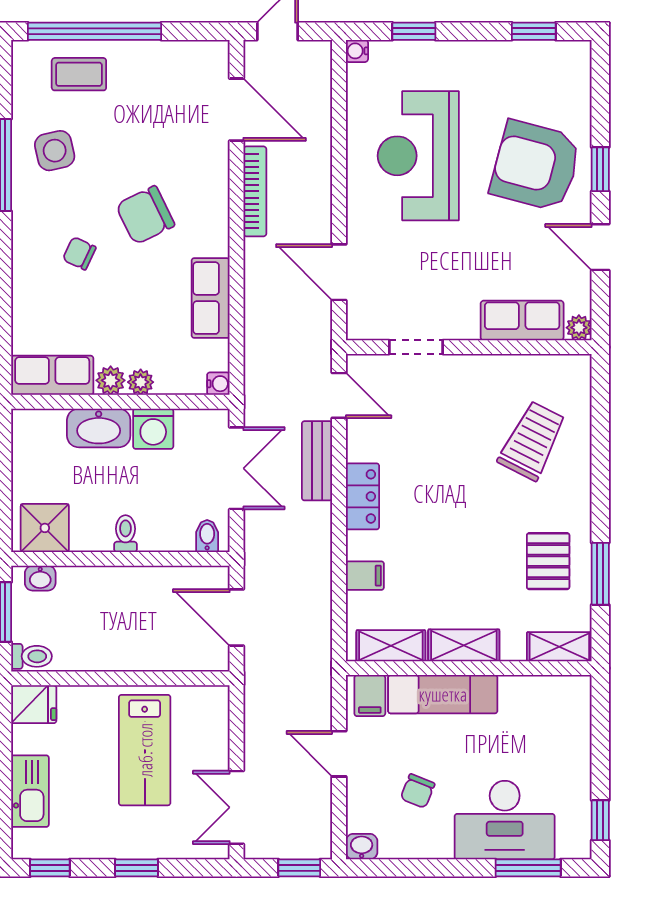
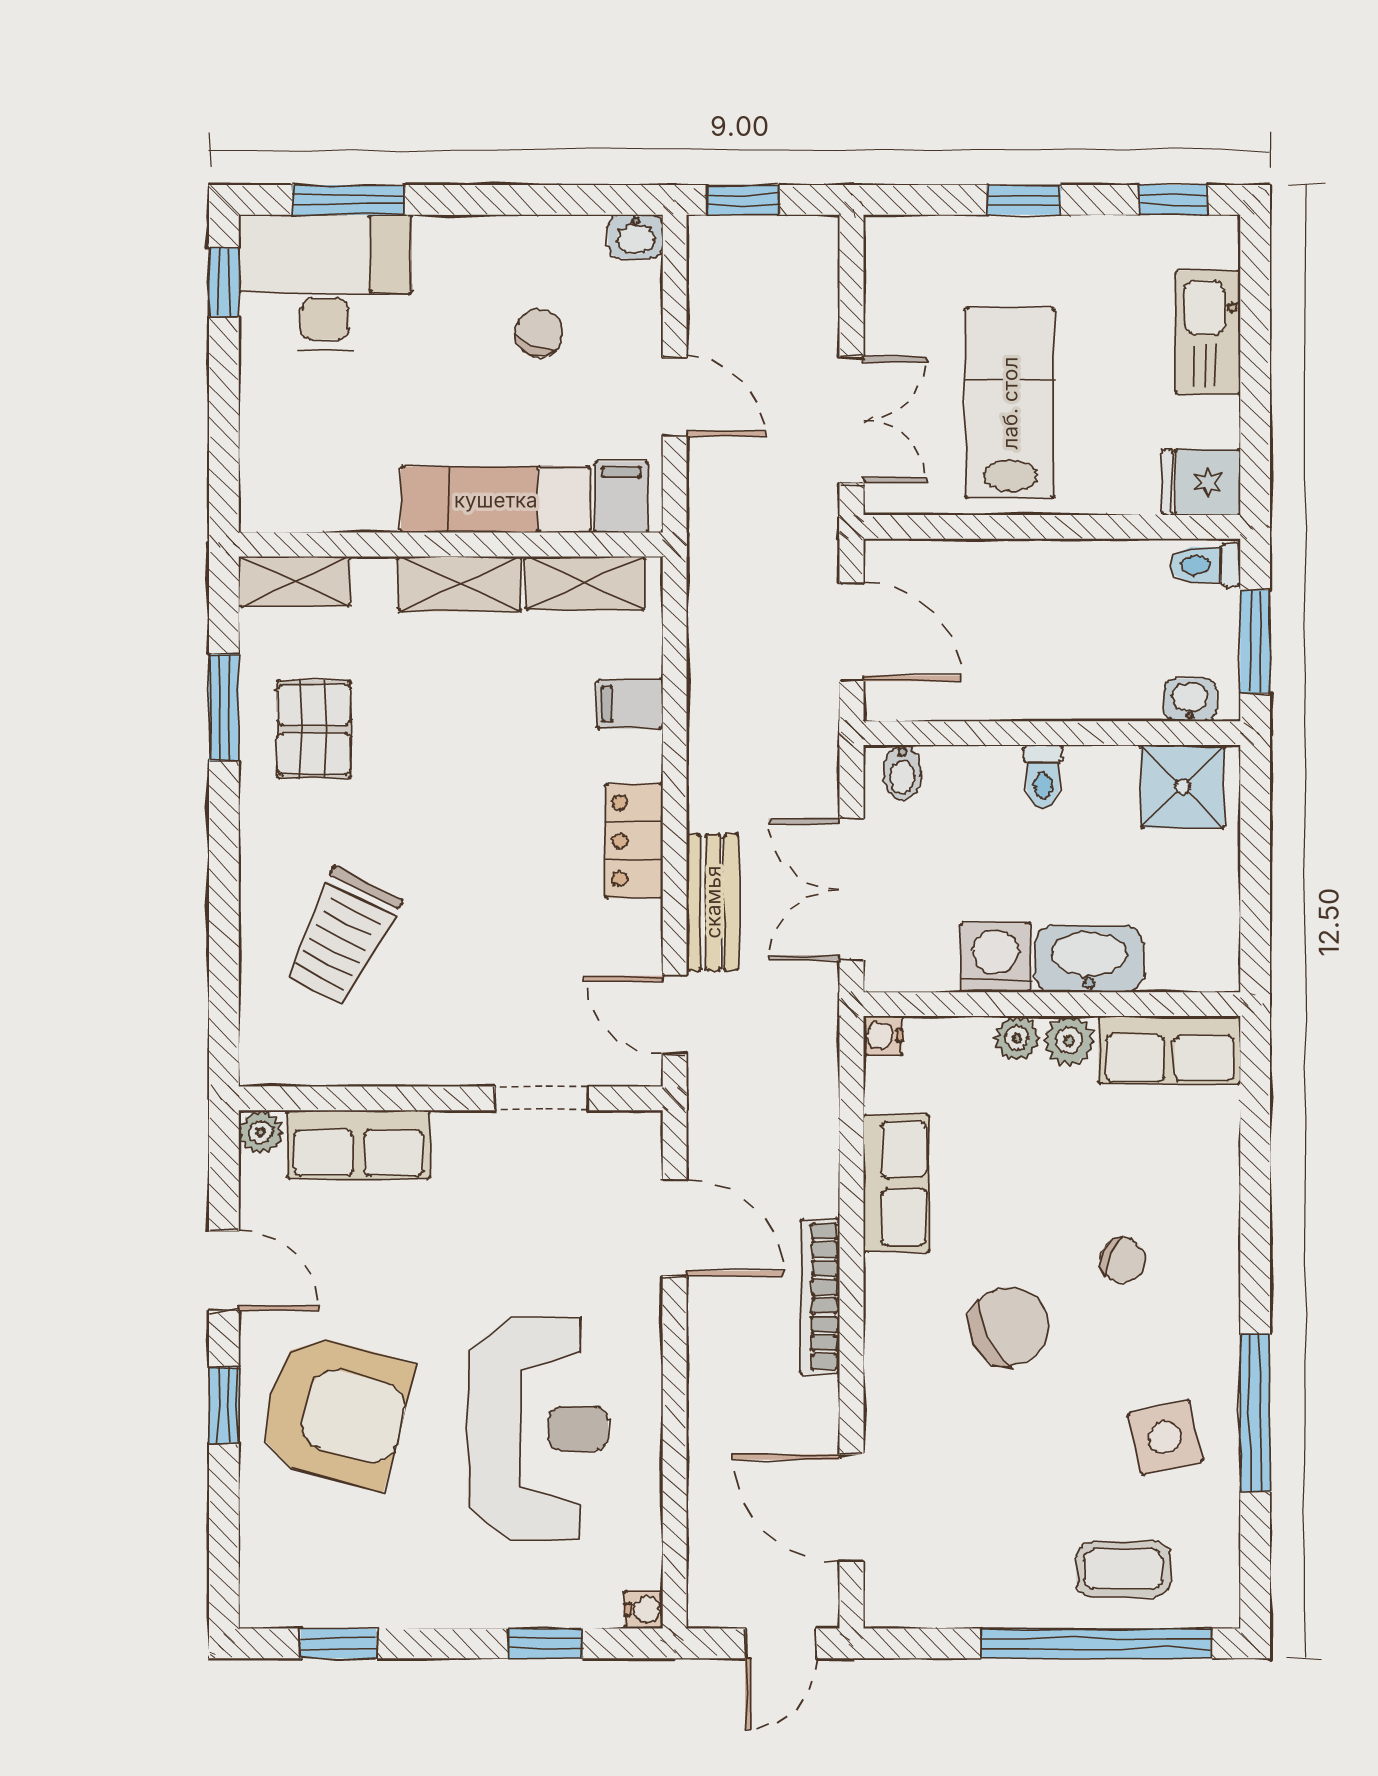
bookcase: (255, 191) -> (820, 1296), moved
double door: (236, 807) -> (851, 420), moved
desk: (505, 820) -> (325, 282), moved

